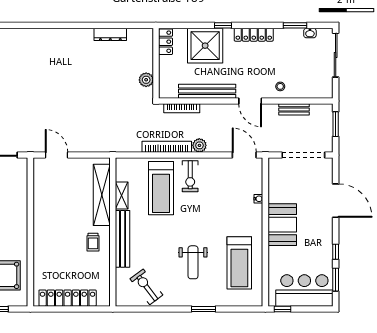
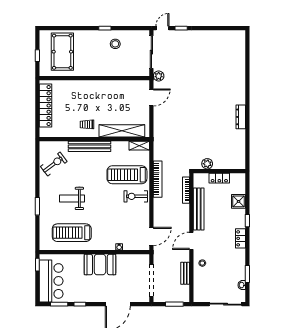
dresser: (110, 34) -> (241, 117), moved
locker: (254, 35) -> (241, 238), width x0.66
locker: (166, 42) -> (219, 178), moved
shower: (205, 46) -> (239, 201), width x0.54, depth x0.54
plant: (199, 145) -> (159, 76), moved
shelving: (122, 196) -> (139, 146), moved

